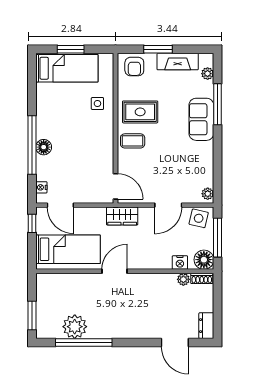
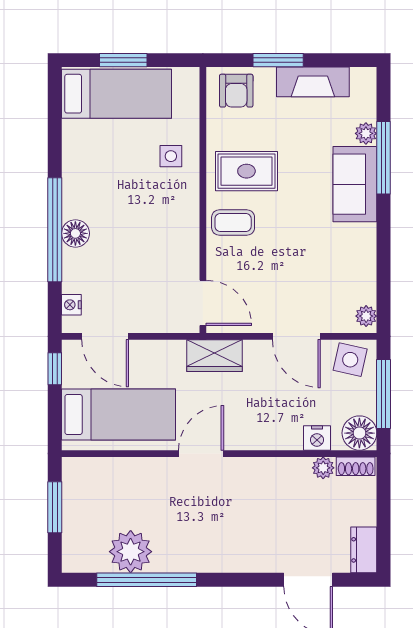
plant: (208, 74) -> (366, 133), moved
door: (168, 205) -> (296, 336), hinge flipped
window: (32, 316) -> (55, 507), moved

